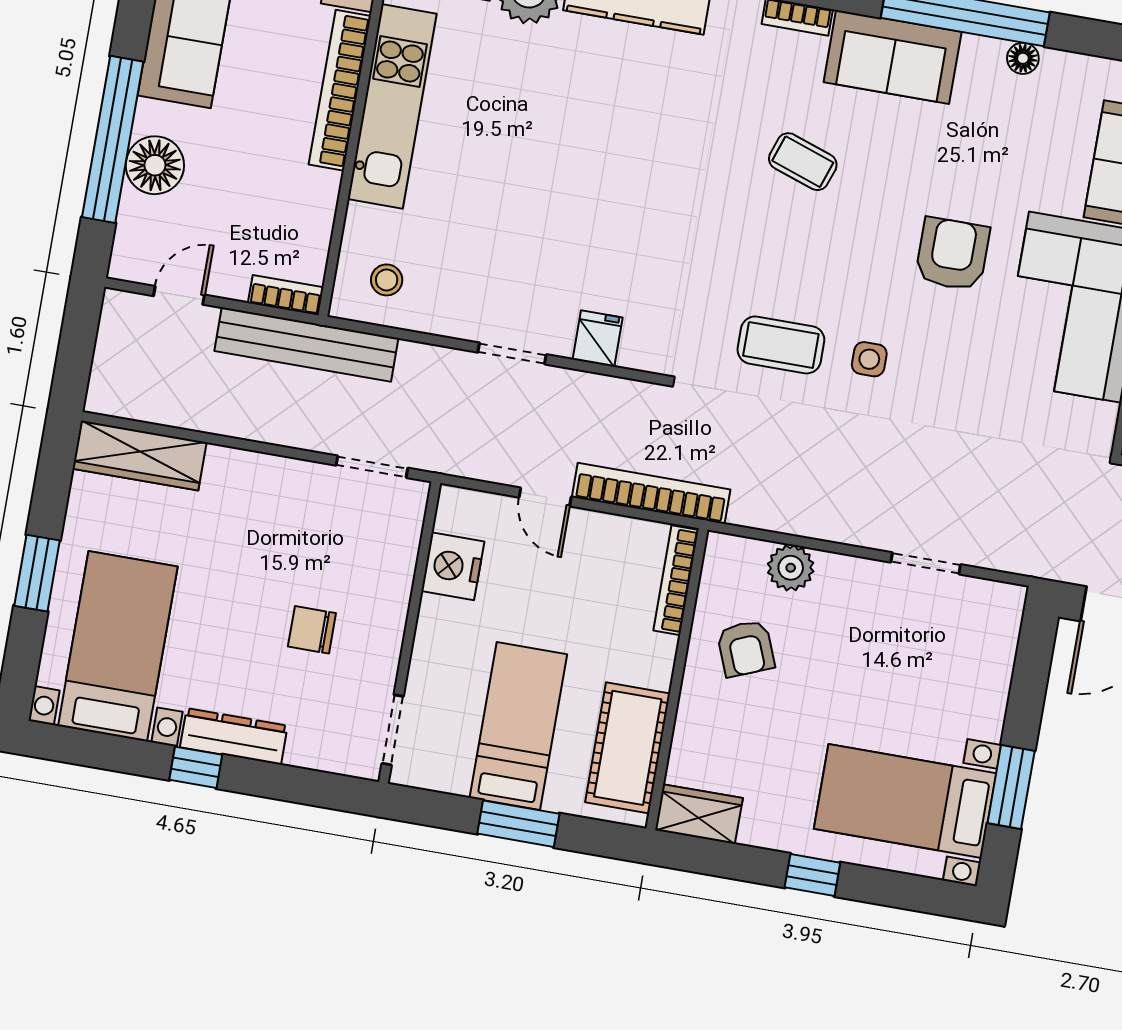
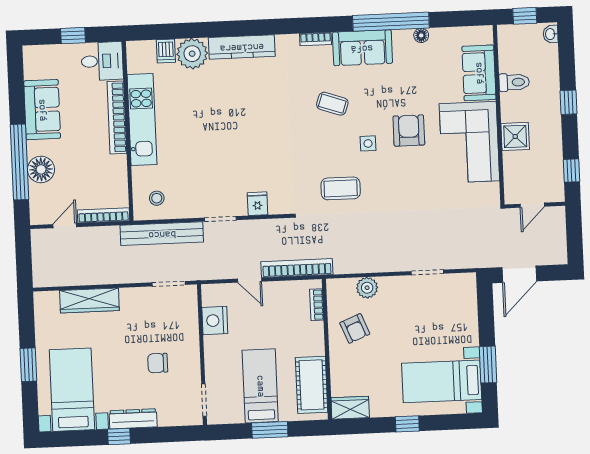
bookcase: (286, 295) -> (104, 215), width x1.56
bench: (306, 344) -> (162, 234), moved
side table: (869, 359) -> (368, 143), moved
wardrobe: (139, 455) -> (89, 300), moved
bookcase: (676, 580) -> (317, 305), width x0.64

